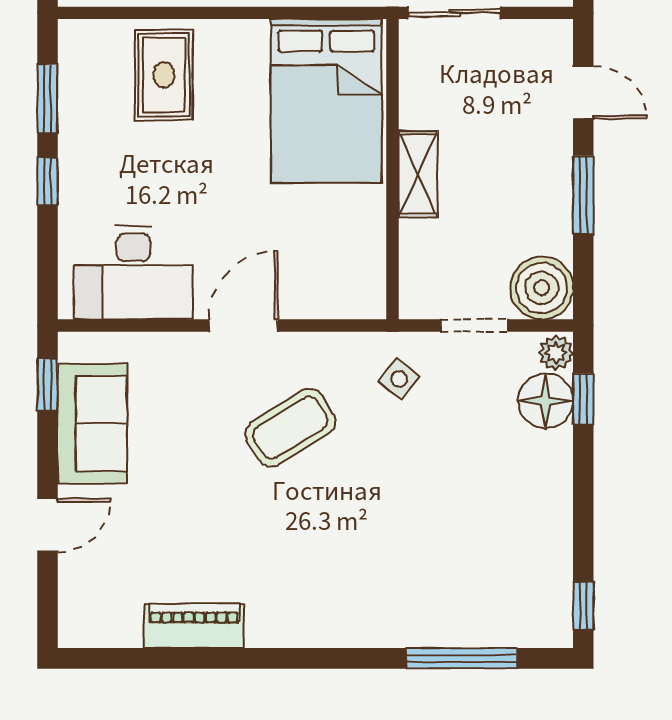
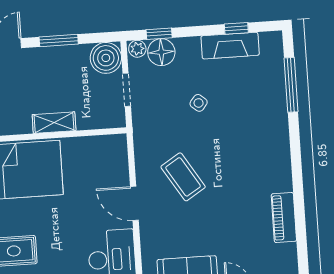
side table: (399, 379) -> (199, 103), moved
fireplace: (549, 541) -> (230, 46), added
window: (583, 606) -> (236, 28), moved

